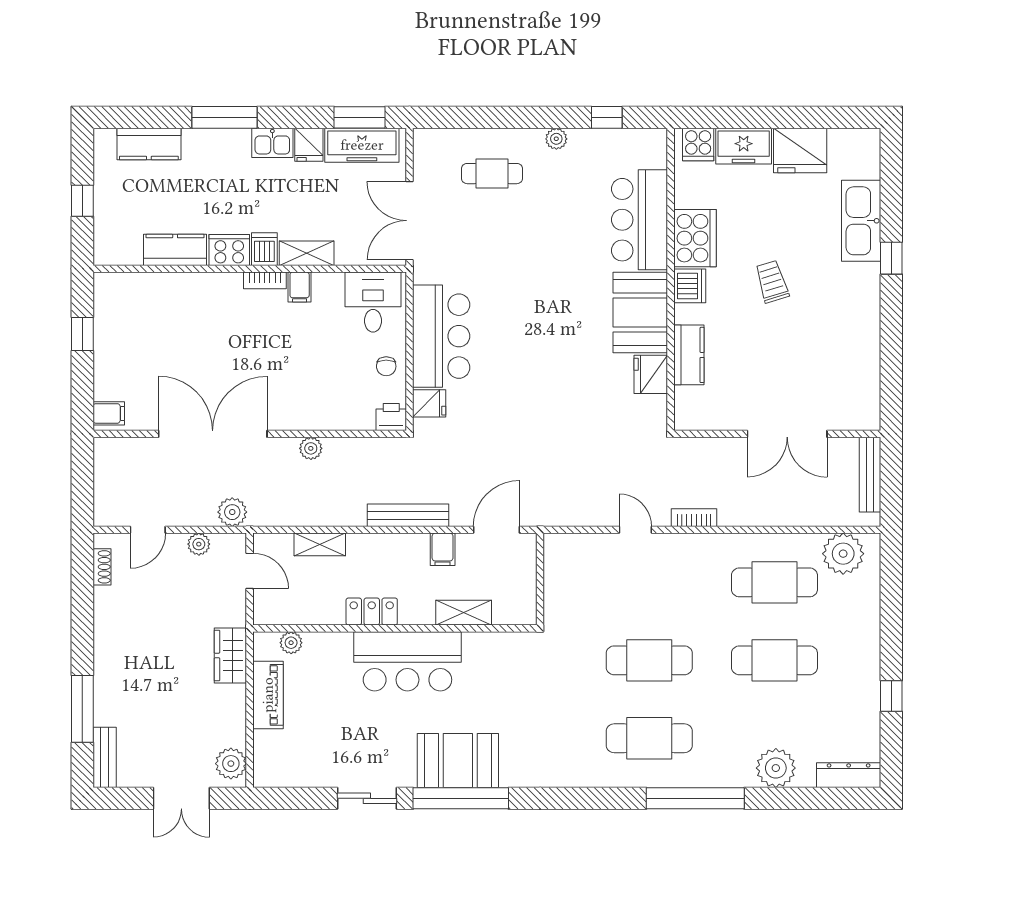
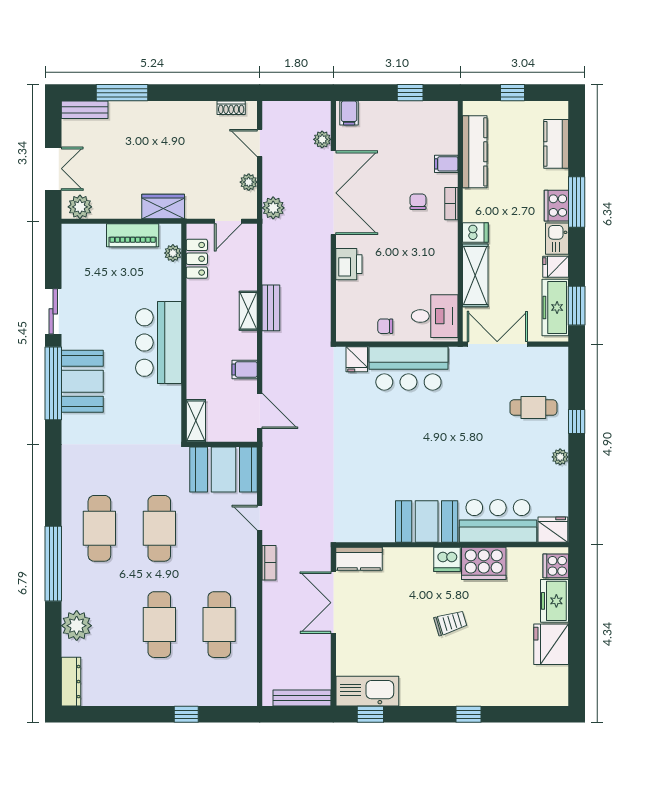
window: (607, 117) -> (577, 422), moved
cafe table: (492, 174) -> (533, 407), turned 90
kitchen sink: (861, 221) -> (367, 691), moved
kitchen counter: (175, 250) -> (475, 152), width x1.50
cooker: (229, 250) -> (556, 206), moved, turned 180
shelving: (307, 253) -> (475, 275), width x1.50, depth x1.33
bookcase: (265, 280) -> (451, 204), moved
filing cabinet: (300, 287) -> (446, 164), moved
chair: (224, 324) -> (418, 202), added
kitchen counter: (689, 355) -> (359, 559), moved
fridge: (651, 374) -> (553, 530), moved
window: (891, 386) -> (370, 714), added
printer: (391, 417) -> (349, 264), moved, width x1.36, depth x1.24
double door: (787, 434) -> (333, 603), moved
plant: (311, 448) -> (322, 139), moved
bench: (408, 515) -> (271, 308), moved, width x0.73
door: (635, 530) -> (260, 518), swing flipped
shelving: (320, 544) -> (248, 311), moved
plant: (843, 554) -> (241, 677), removed
booth: (573, 577) -> (223, 469), added
locker: (372, 612) -> (197, 259), moved
shelving: (464, 613) -> (196, 421), moved
window: (891, 696) -> (186, 714), moved
double door: (181, 798) -> (53, 169), swing flipped

